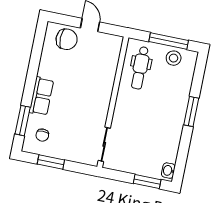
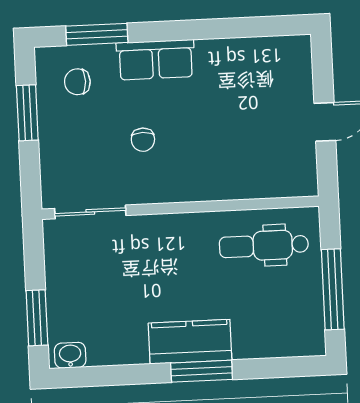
chair: (67, 39) -> (143, 140), moved, width x0.54, depth x0.54
stool: (174, 58) -> (301, 308), removed
kitchen counter: (176, 113) -> (190, 342), added

